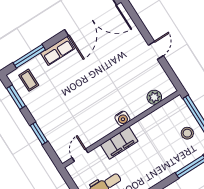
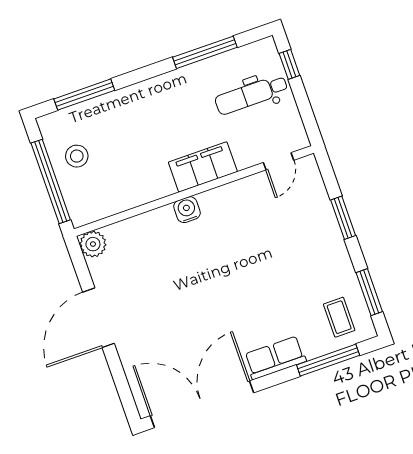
door: (156, 50) -> (98, 318), width x1.88
plant: (154, 97) -> (93, 244), moved

